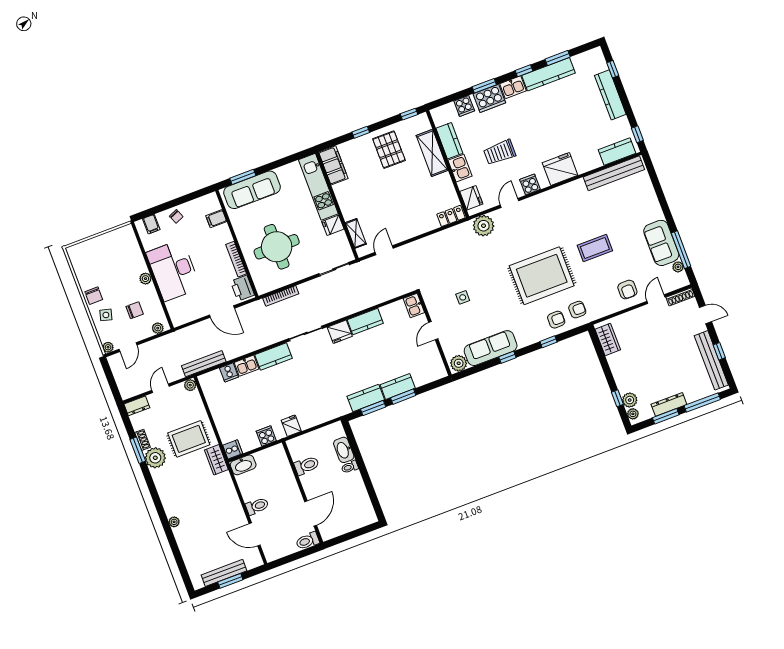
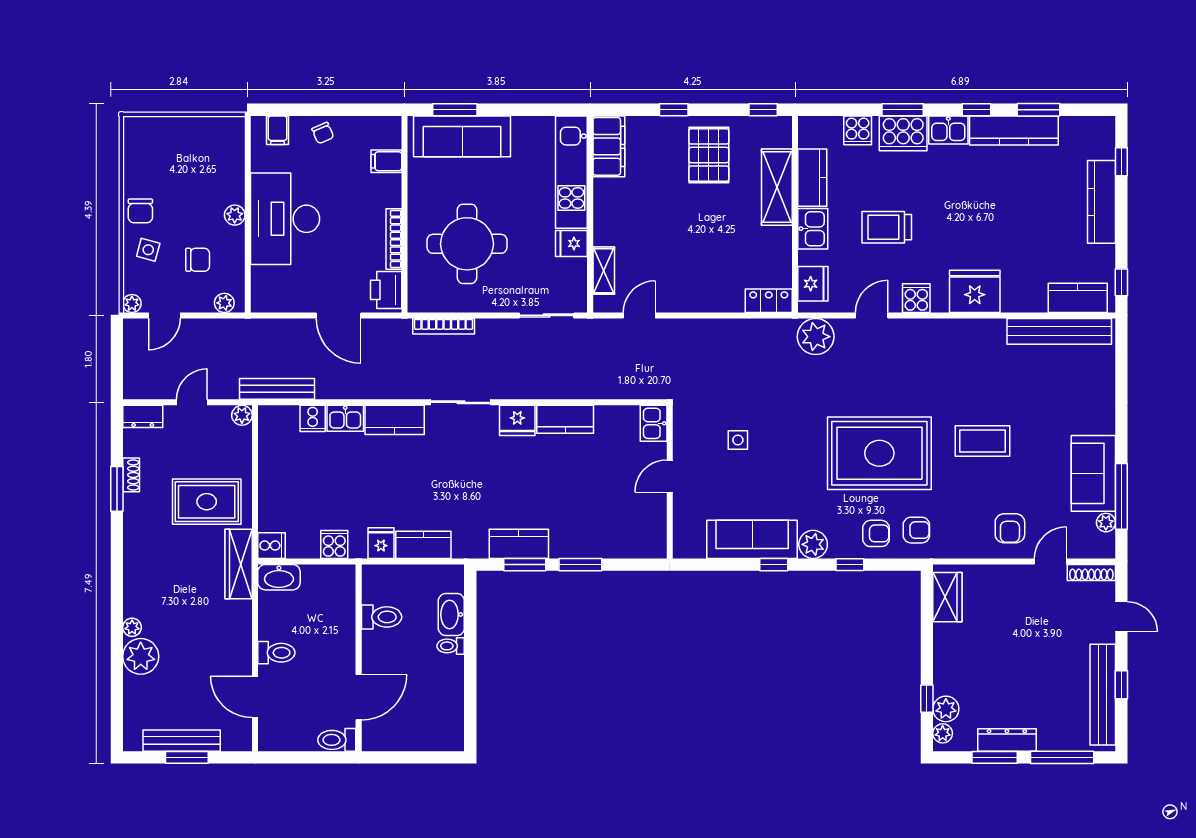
plant: (459, 363) -> (813, 544), moved
kitchen counter: (398, 387) -> (423, 545), moved
plant: (155, 458) -> (141, 656), moved
wardrobe: (216, 460) -> (239, 564), width x1.50

